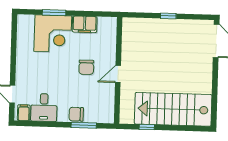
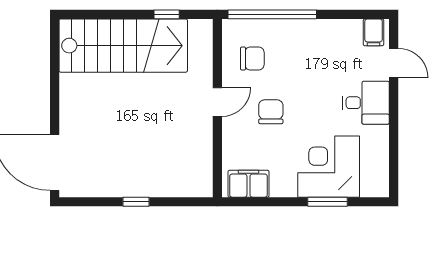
filing cabinet: (85, 24) -> (248, 184), moved
desk: (44, 107) -> (366, 103), moved, turned 90
chair: (76, 114) -> (252, 59), moved
window: (84, 125) -> (272, 14), width x2.11

